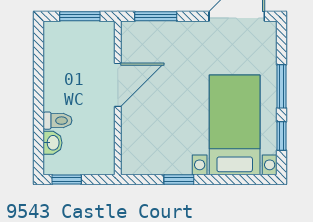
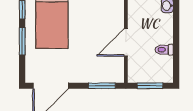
toilet: (57, 121) -> (164, 50), moved

